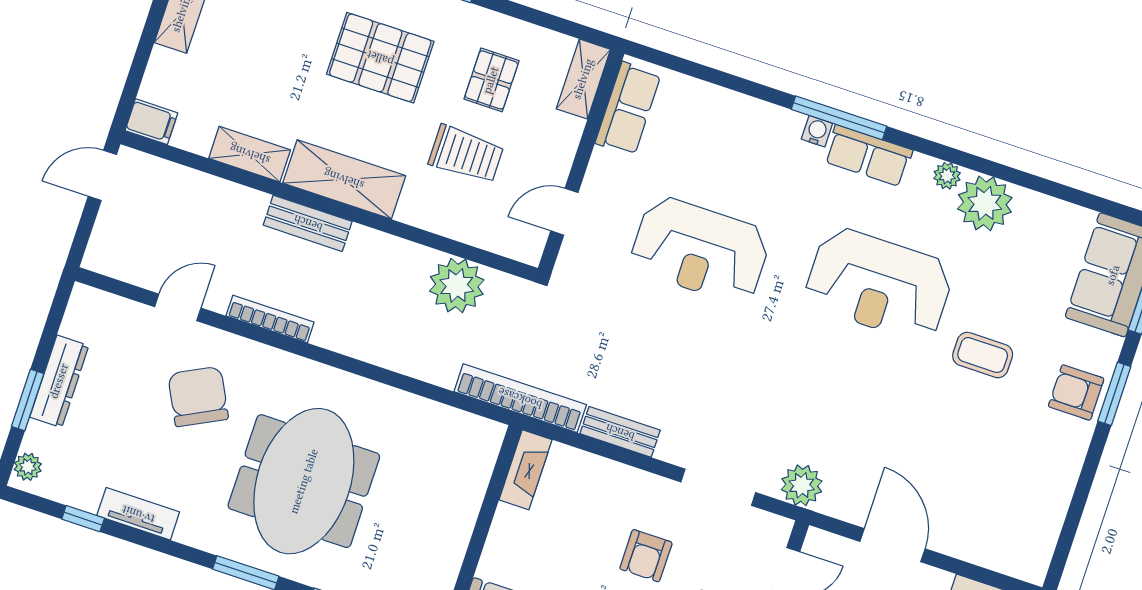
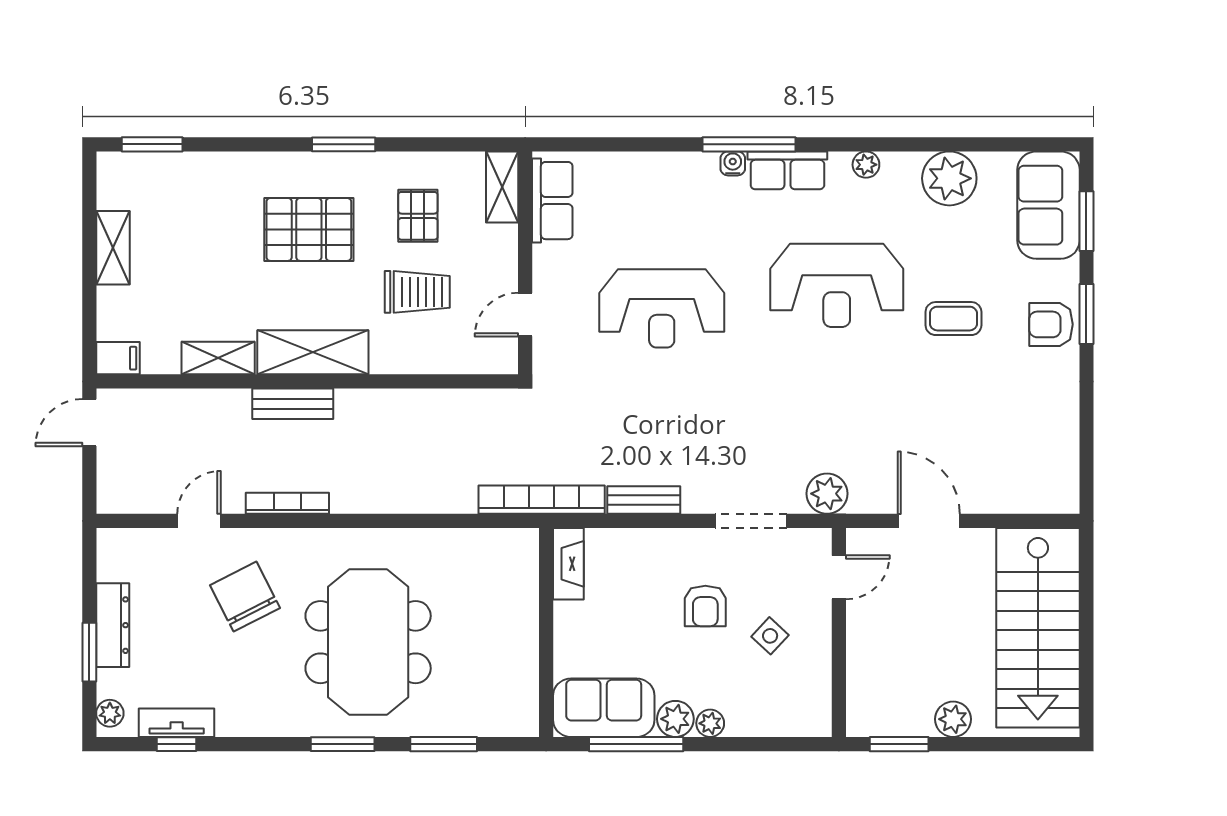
plant: (985, 203) -> (949, 178), moved
plant: (457, 286) -> (449, 415), removed
tv unit: (138, 514) -> (177, 723), moved

